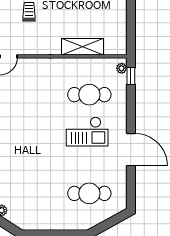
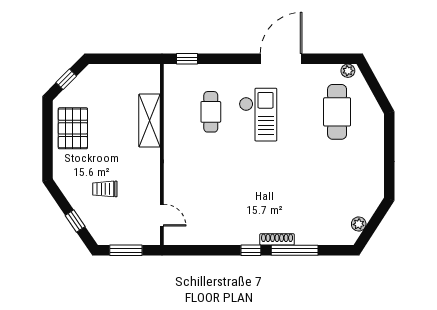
plant: (122, 68) -> (348, 71), moved
cafe table: (89, 95) -> (211, 112), width x0.73, depth x0.74

